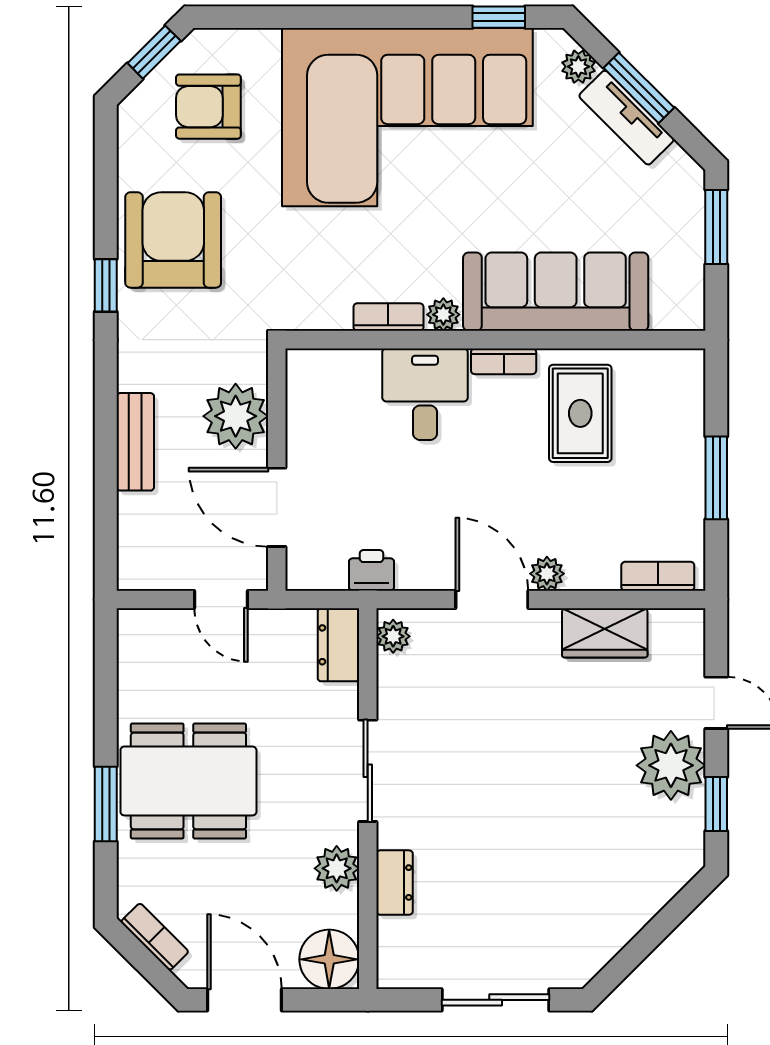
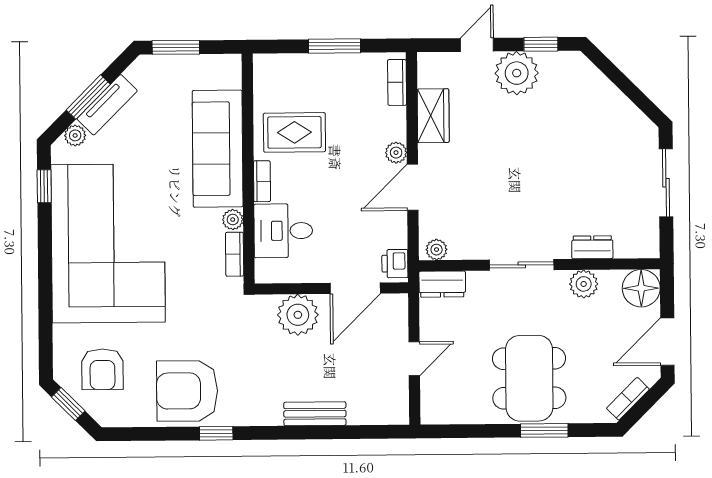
plant: (236, 416) -> (298, 315), moved
wall: (277, 470) -> (331, 288), moved
door: (277, 507) -> (355, 288), moved

